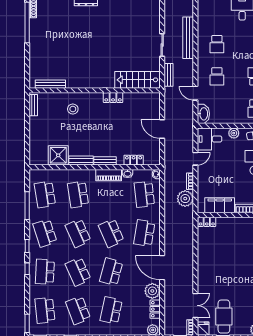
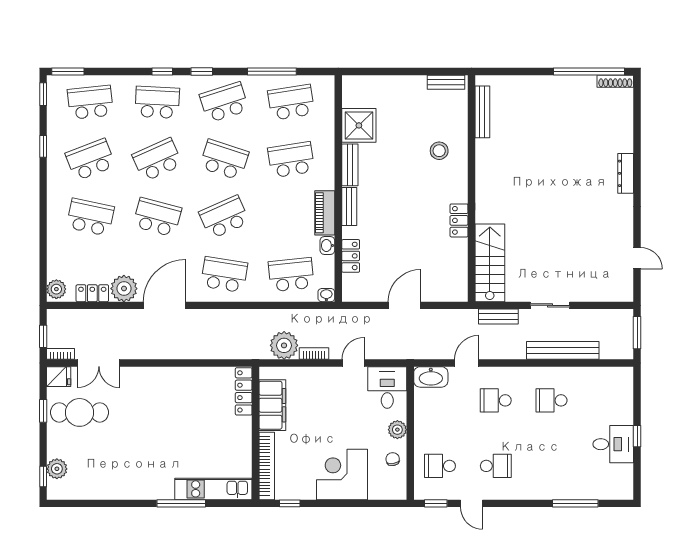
door: (195, 159) -> (353, 363), swing flipped
locker: (207, 222) -> (244, 391), width x1.53
school desk: (78, 233) -> (224, 160), turned 42

